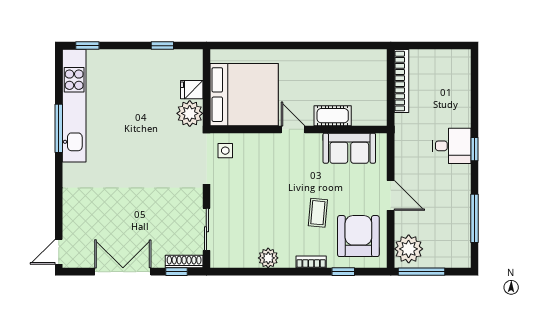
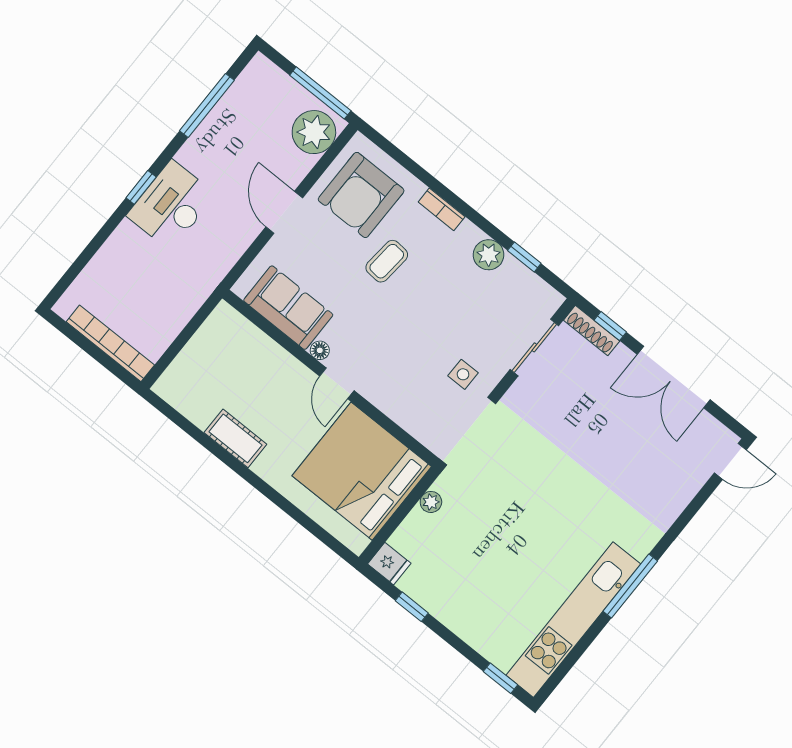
bookcase: (401, 81) -> (110, 343), moved, turned 90
fridge: (192, 90) -> (389, 564), moved
plant: (190, 113) -> (431, 502), width x0.53, depth x0.53
cot: (333, 116) -> (235, 438), moved
window: (59, 128) -> (630, 586), moved
floor lamp: (315, 139) -> (320, 350), added
desk: (452, 146) -> (171, 205), width x1.37
side table: (225, 151) -> (463, 374), moved
window: (343, 272) -> (524, 257), moved

